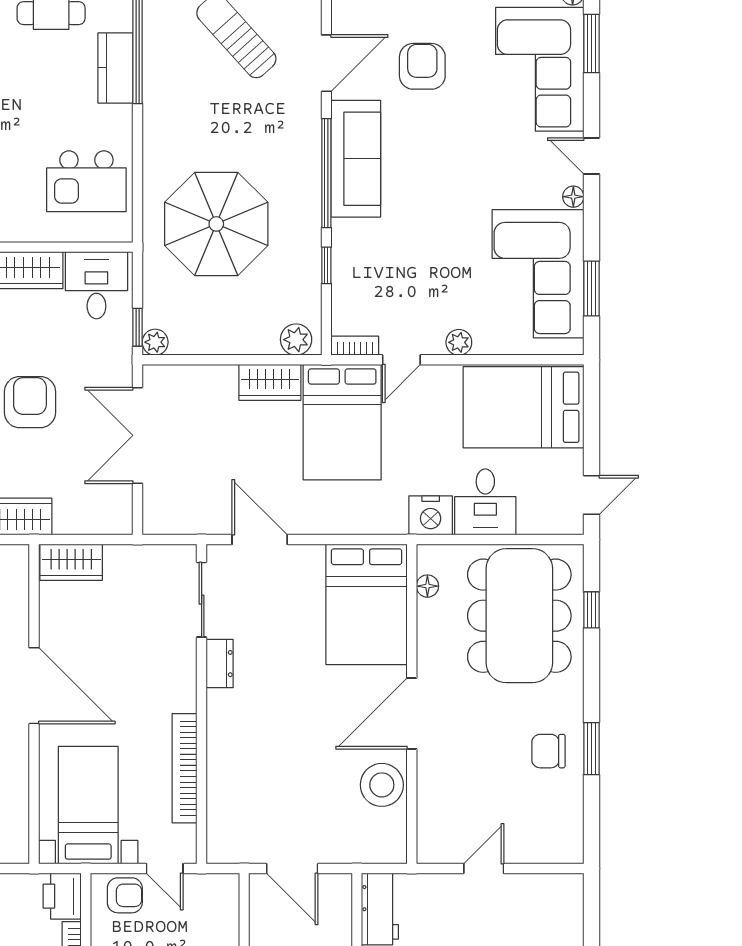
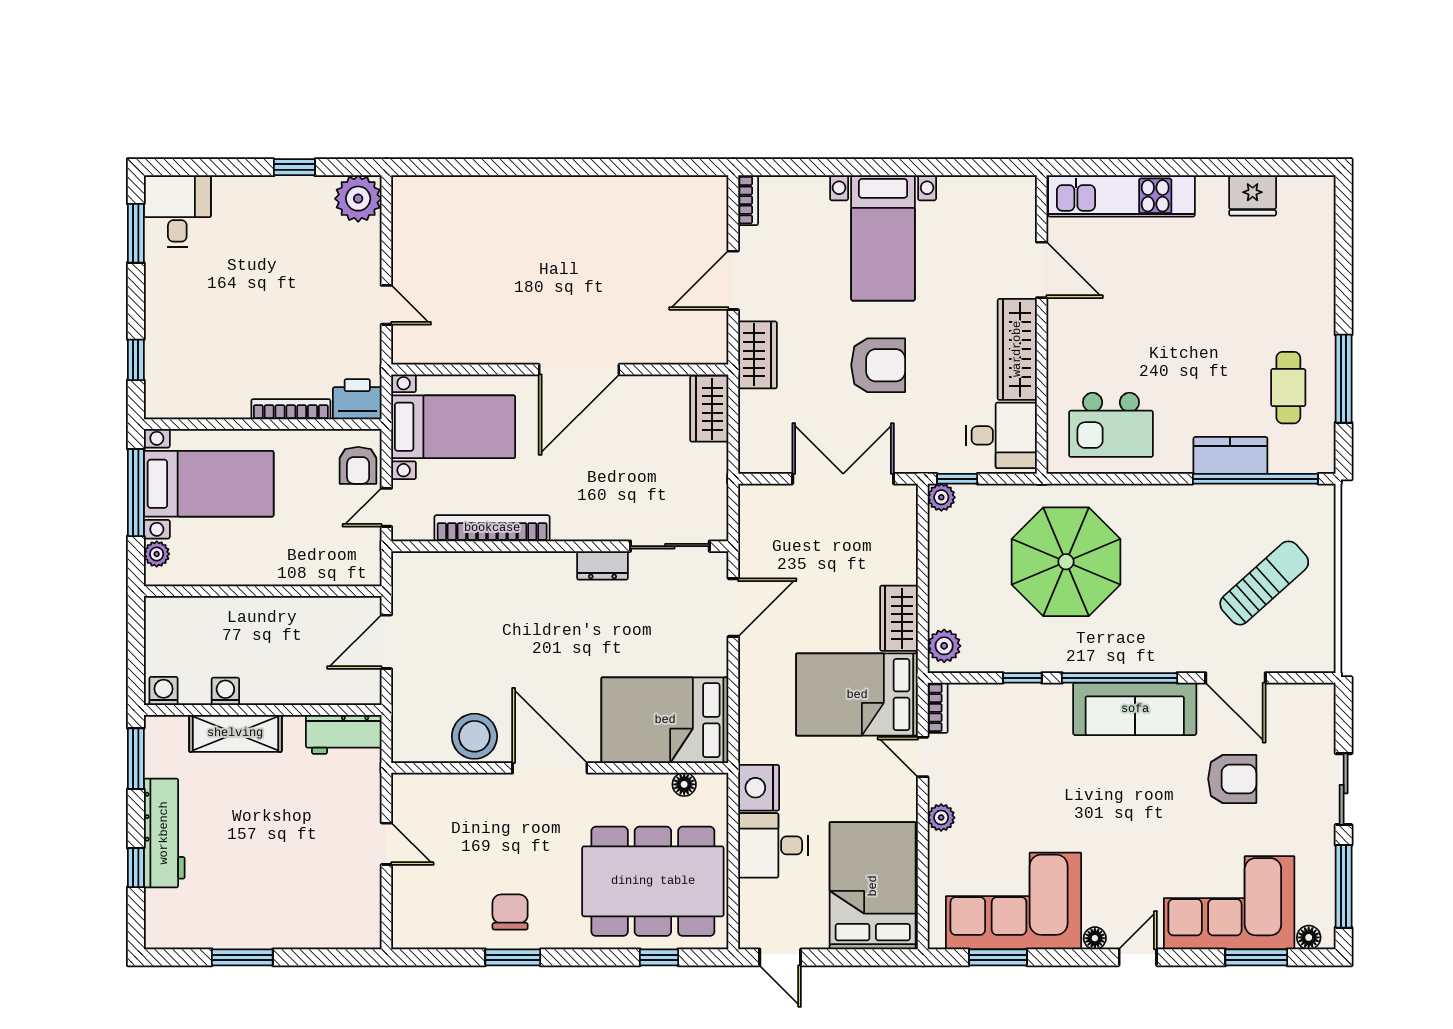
kitchen island: (86, 181) -> (1111, 425), turned -90

